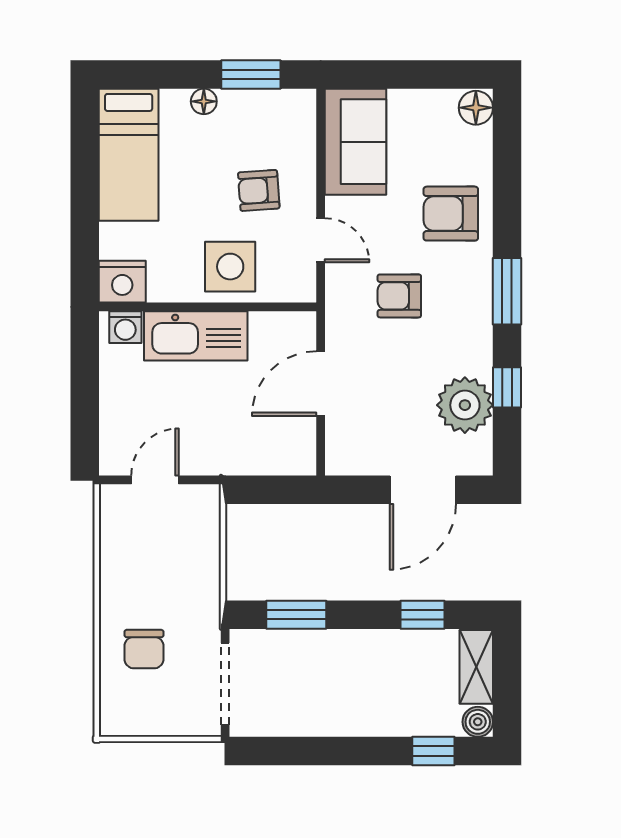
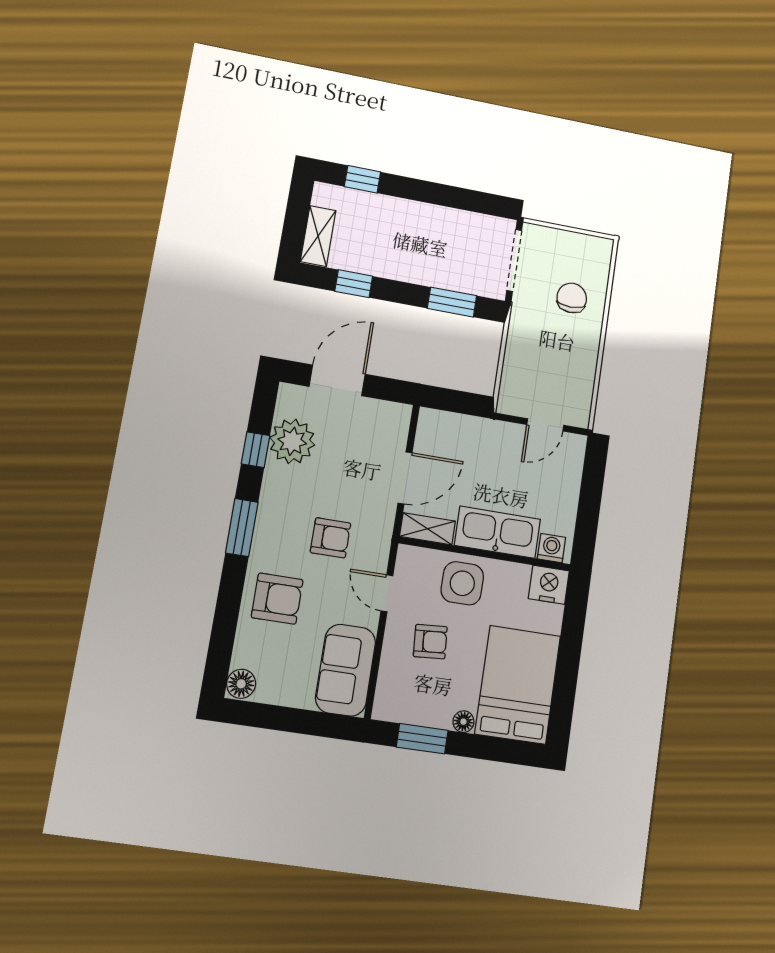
bed: (129, 155) -> (518, 685), width x1.50
shelving: (283, 326) -> (427, 529), added
boiler: (478, 722) -> (324, 194), removed

